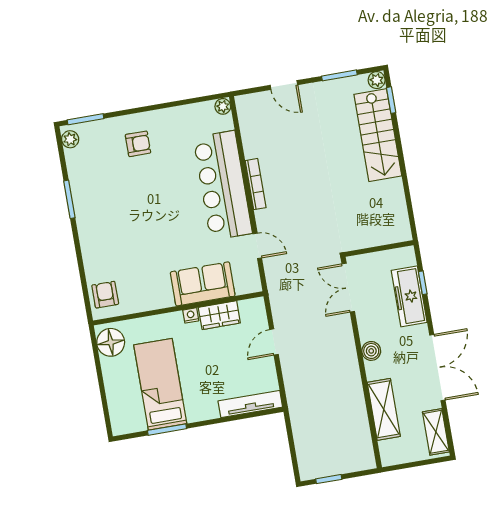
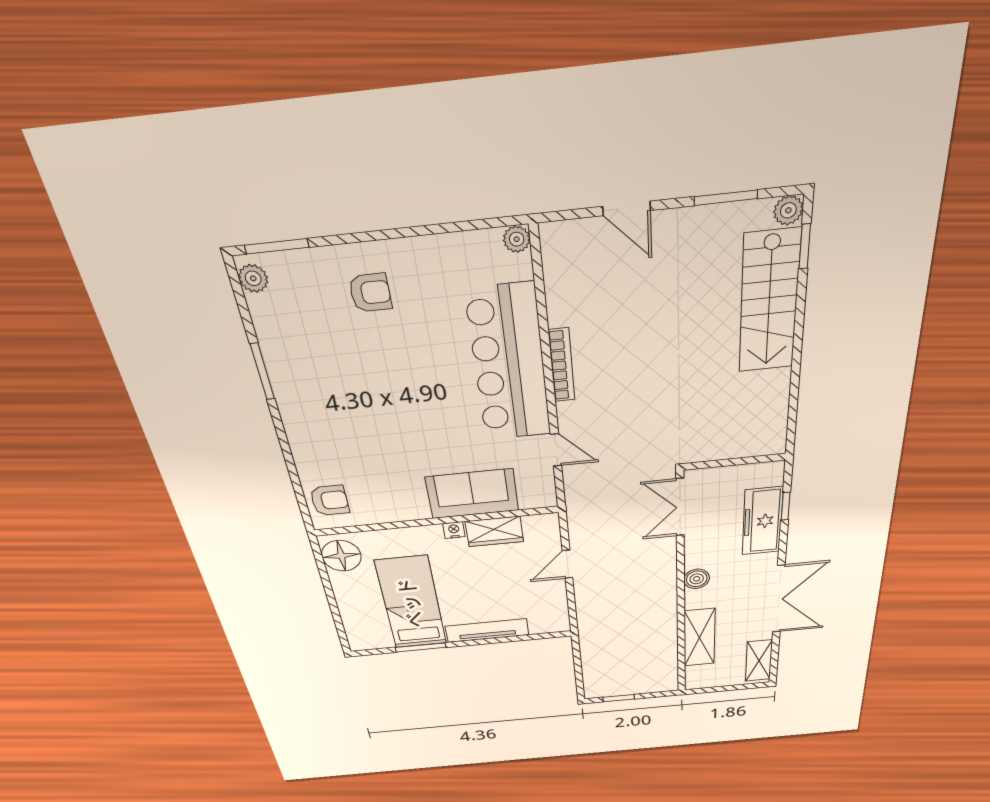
armchair: (105, 295) -> (330, 500), turned 90
tv unit: (250, 404) -> (487, 631), moved

